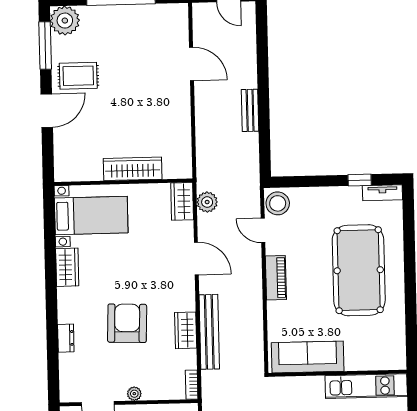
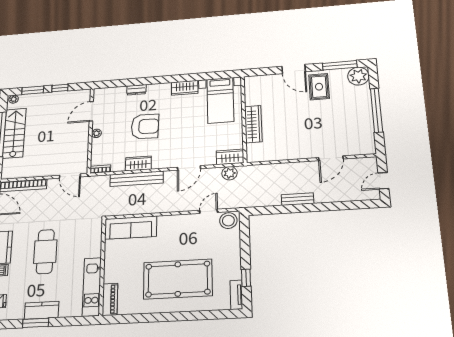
piano: (276, 278) -> (110, 299), moved, turned -90
sofa: (308, 357) -> (131, 228), moved, turned 90

